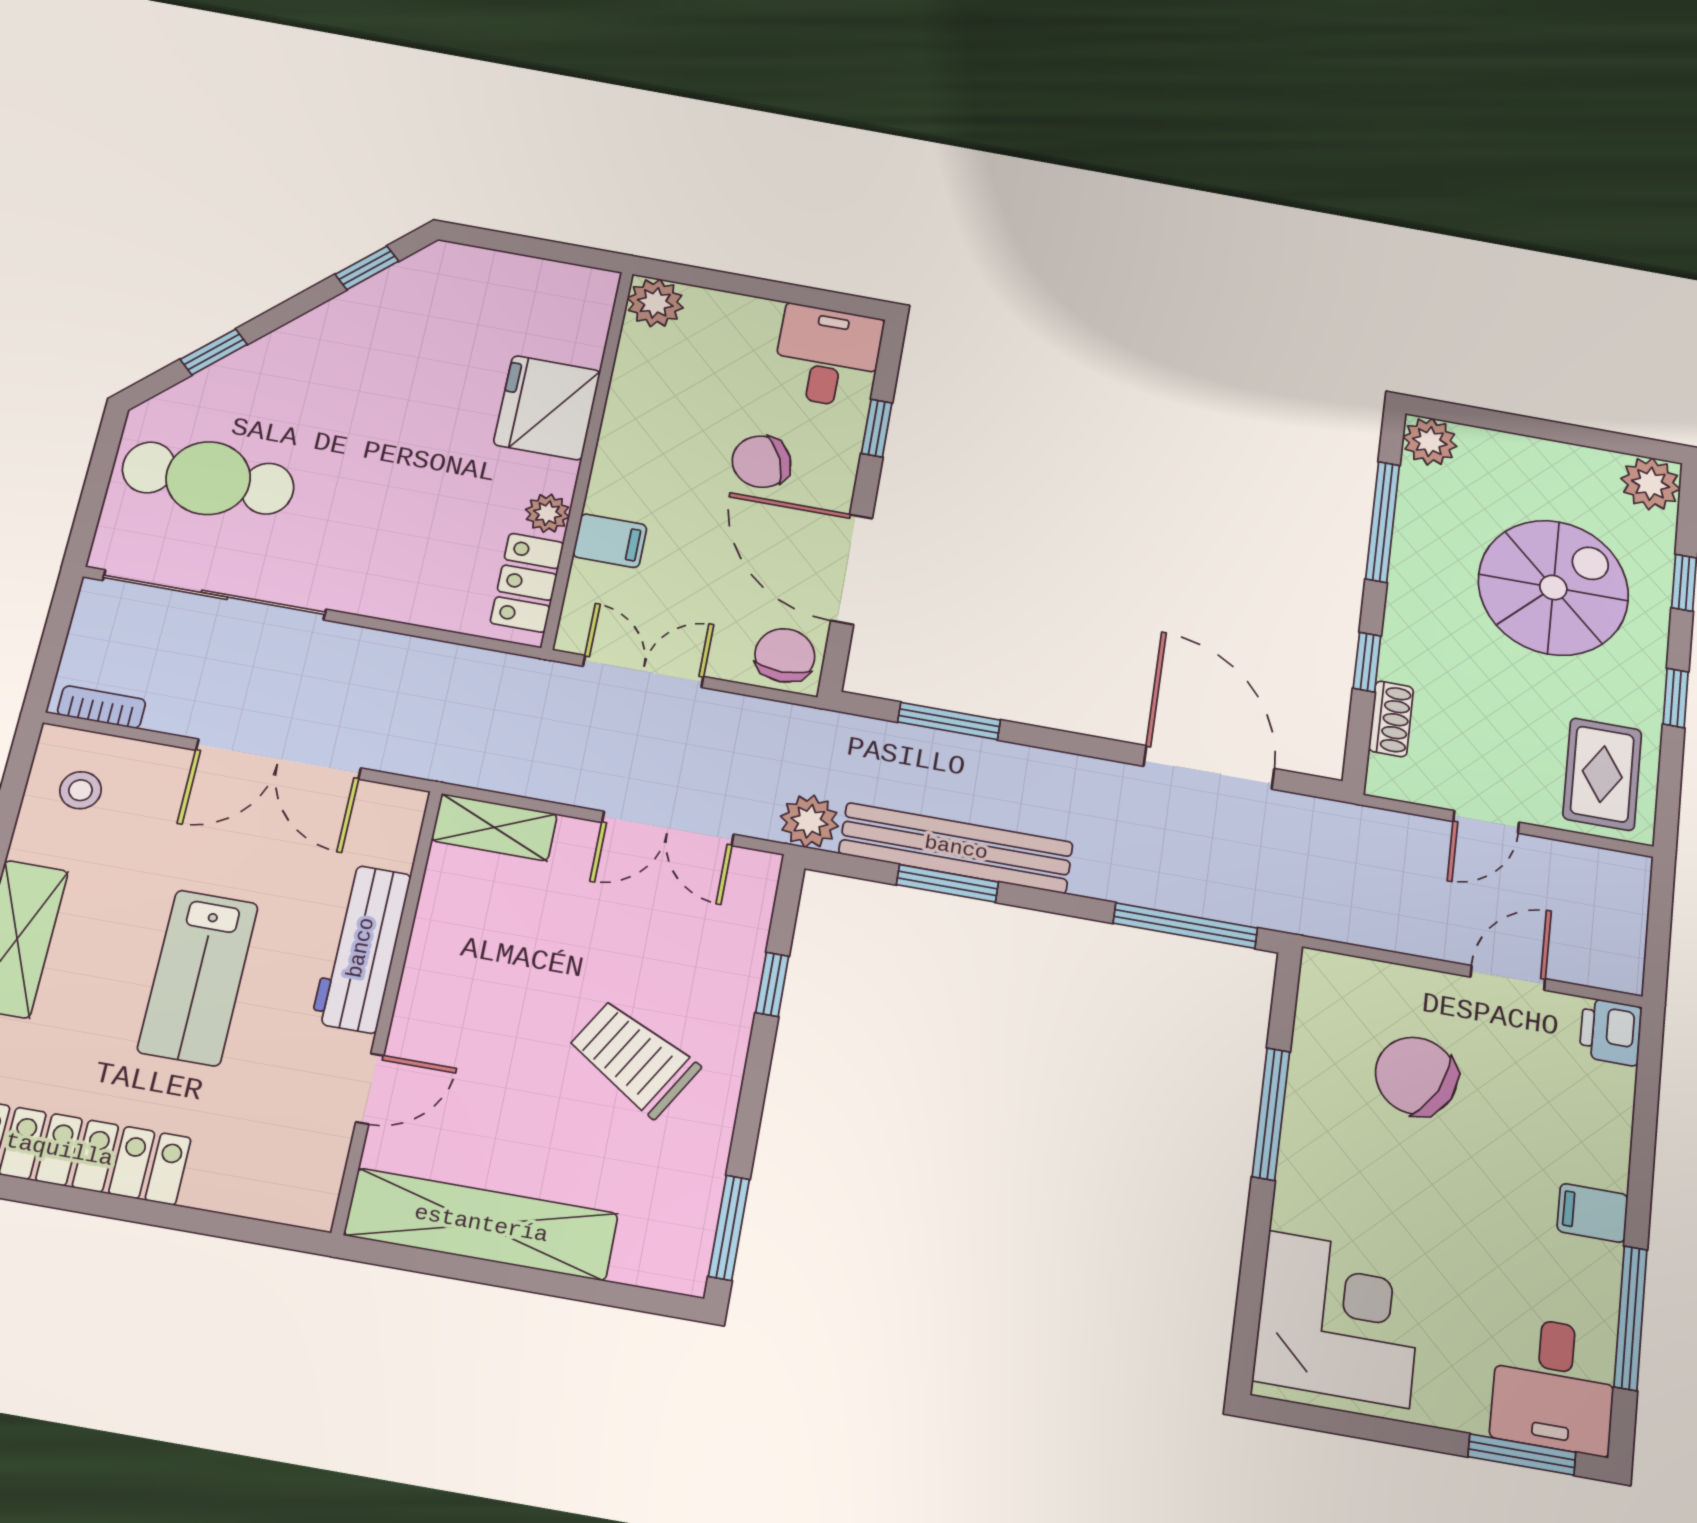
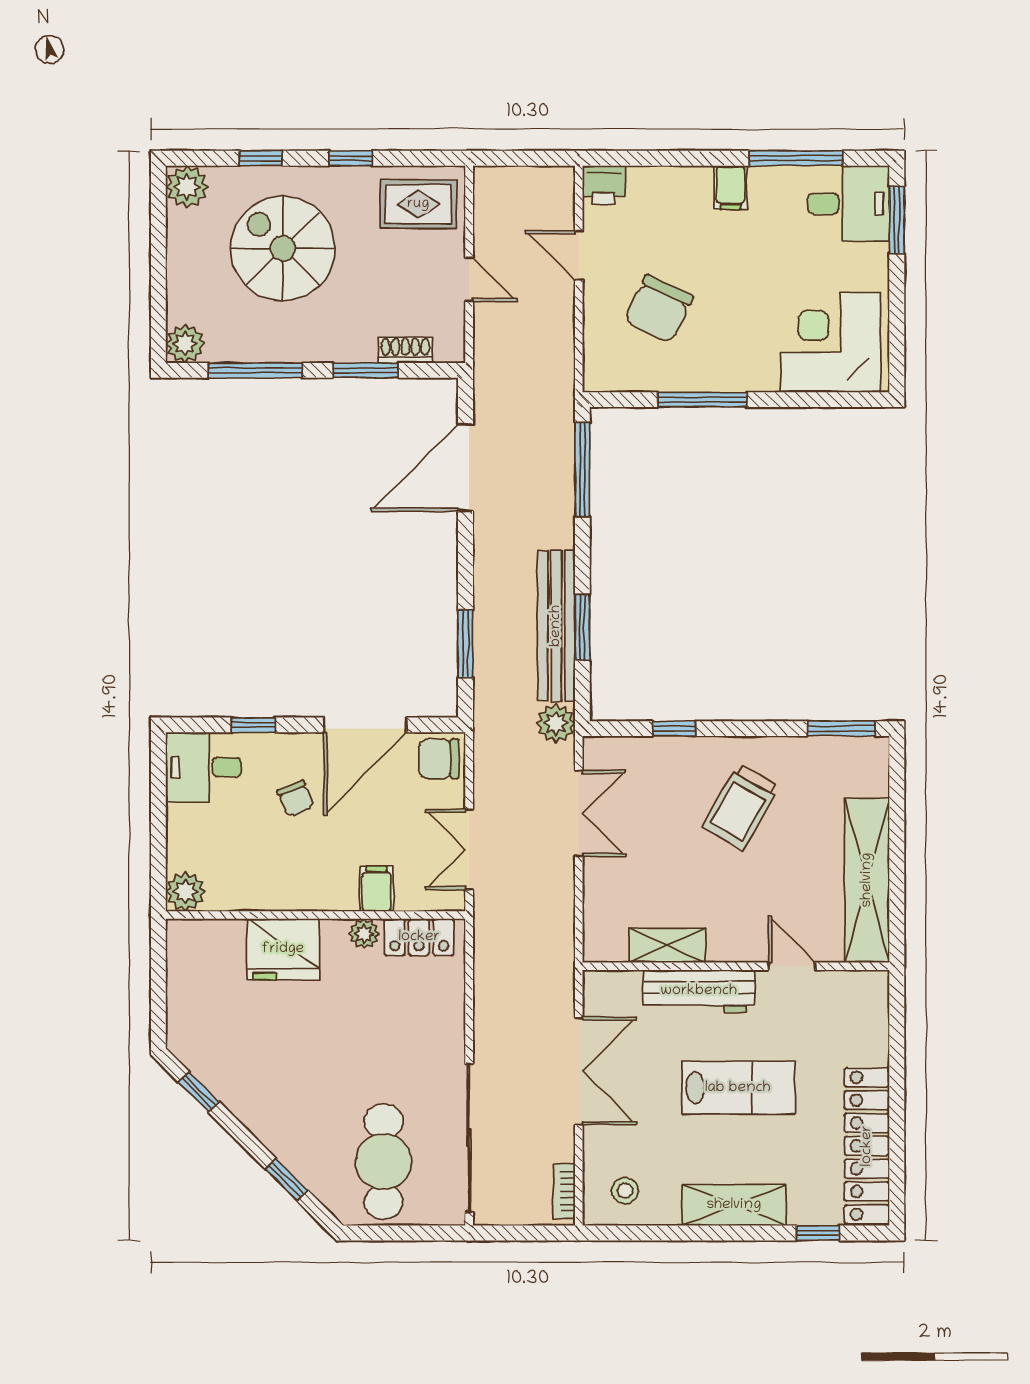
chair: (762, 462) -> (295, 798), width x0.73, depth x0.73
window: (1367, 662) -> (366, 370), width x1.50
shelving: (494, 827) -> (667, 945), moved, turned 90

